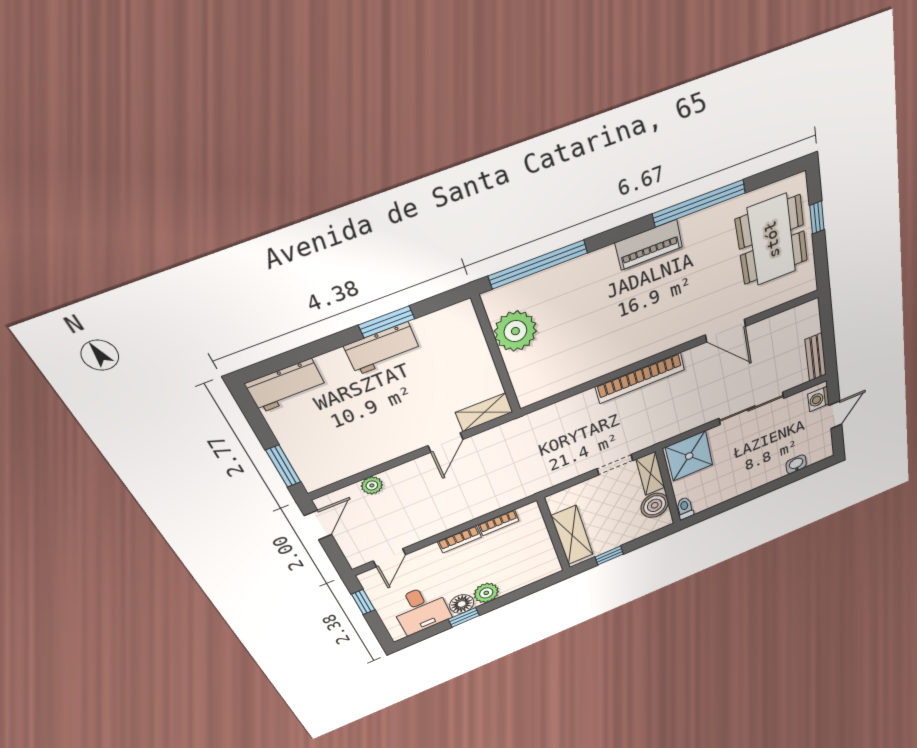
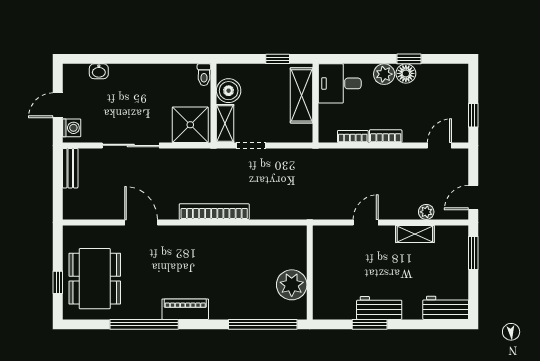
shelving: (484, 412) -> (415, 234), moved
desk: (421, 610) -> (340, 83), moved, turned -90

